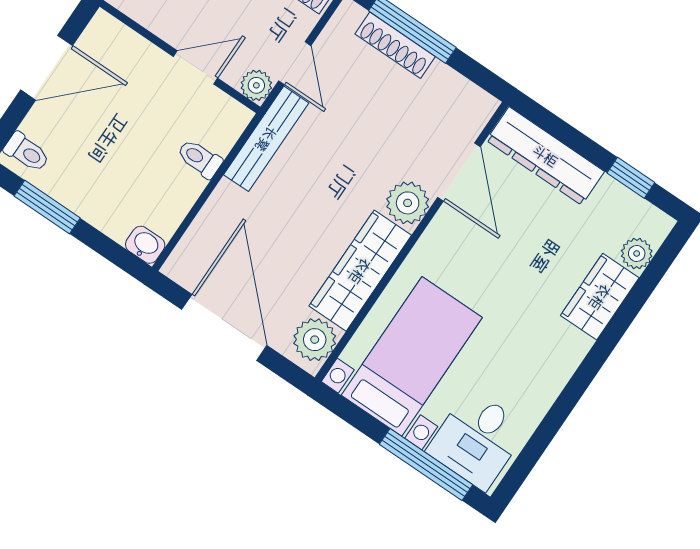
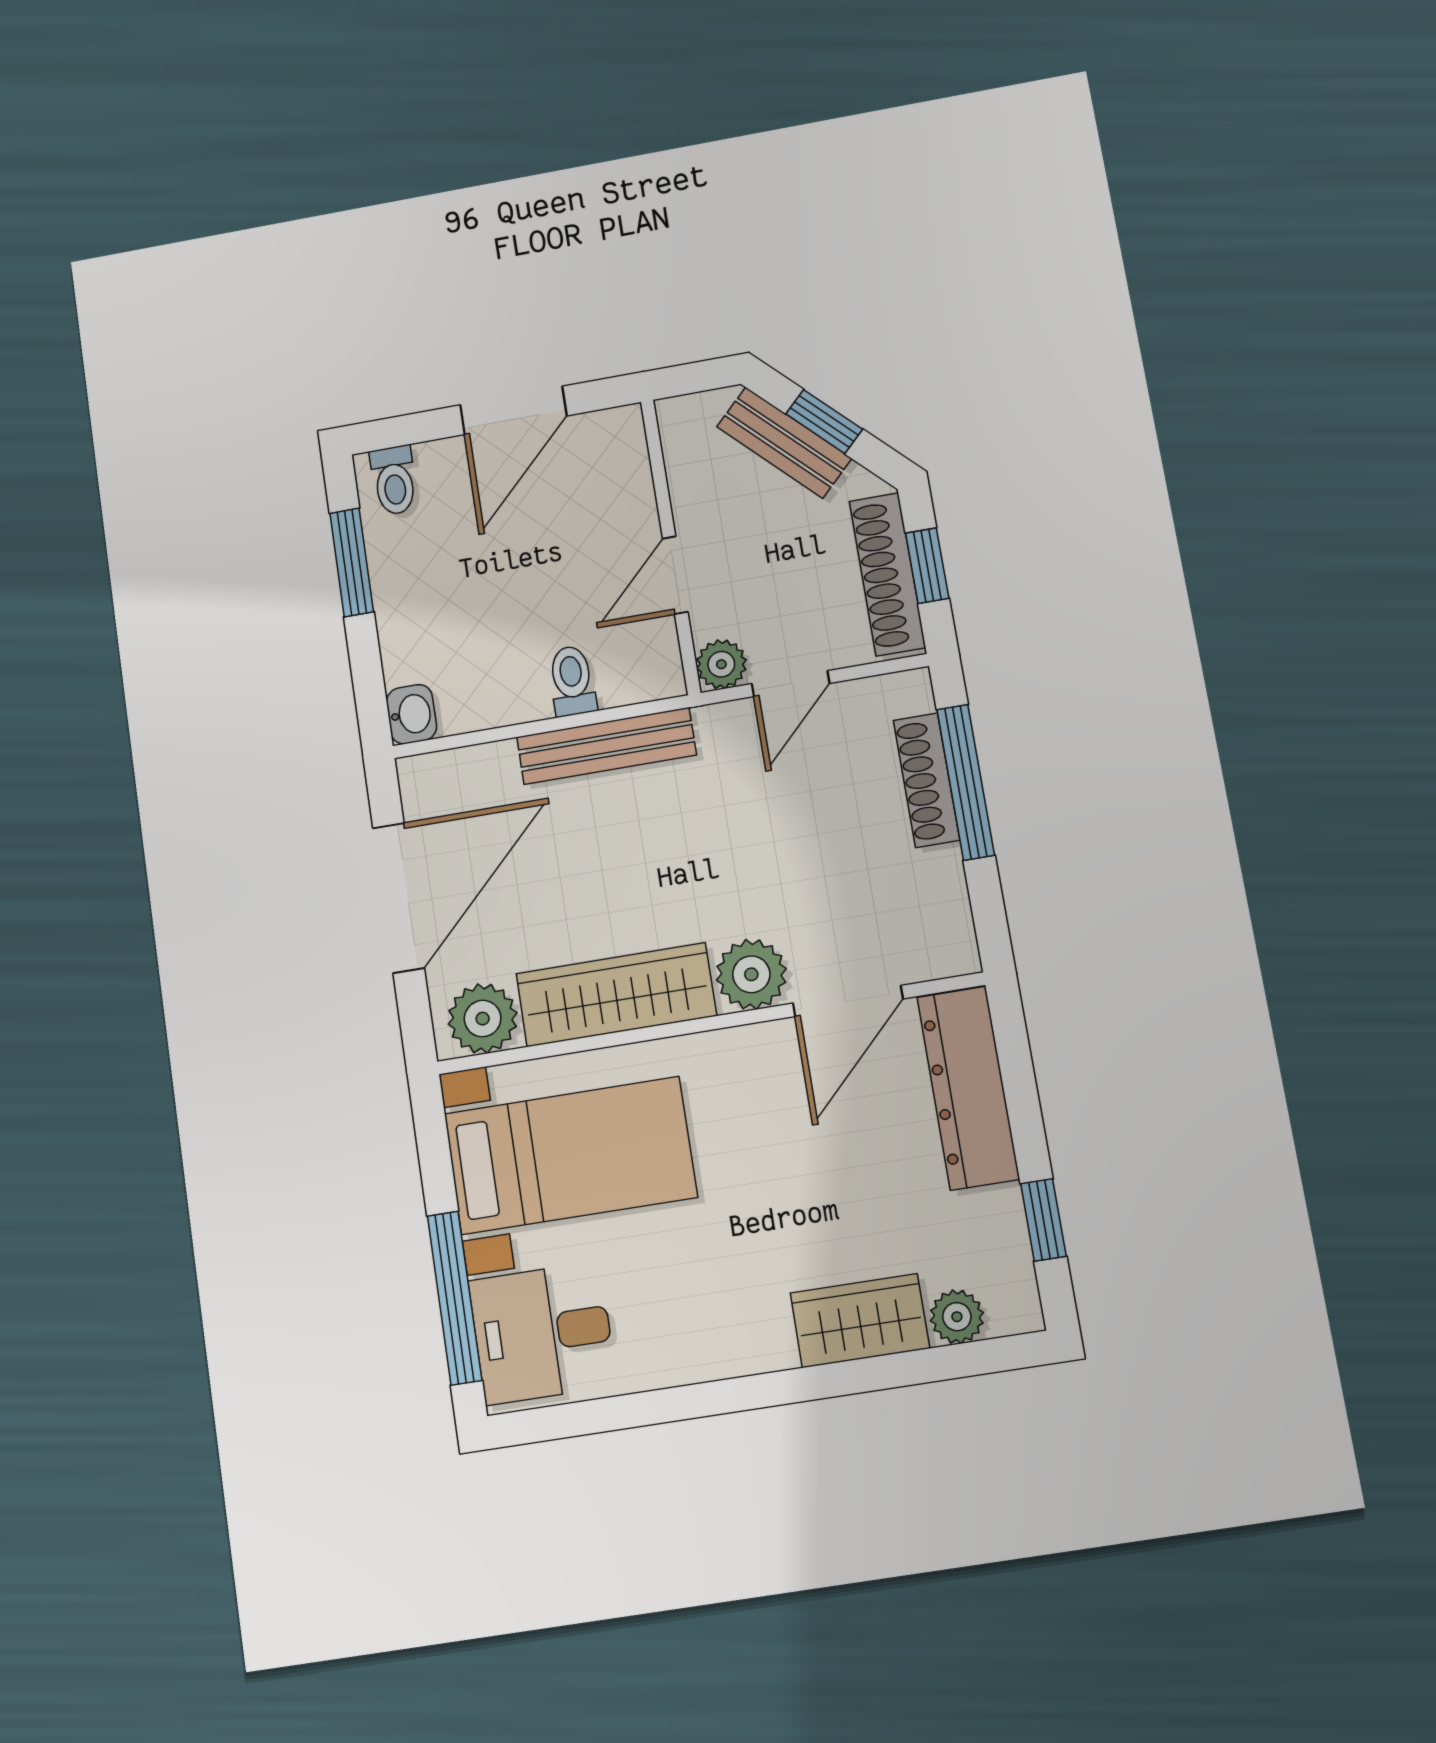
door: (196, 67) -> (675, 575), swing flipped
door: (47, 68) -> (513, 410), hinge flipped
bench: (266, 139) -> (606, 746), moved

